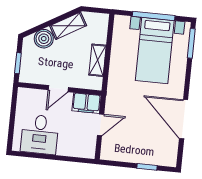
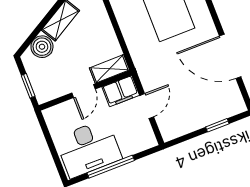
shelving: (98, 60) -> (109, 69), moved, turned 90
desk: (40, 134) -> (88, 148), width x1.37
window: (50, 157) -> (111, 167), added

